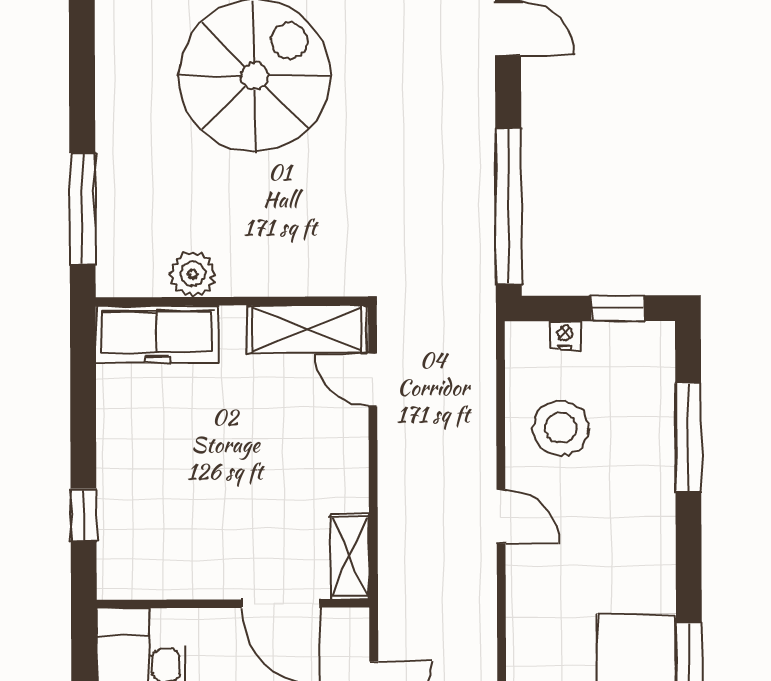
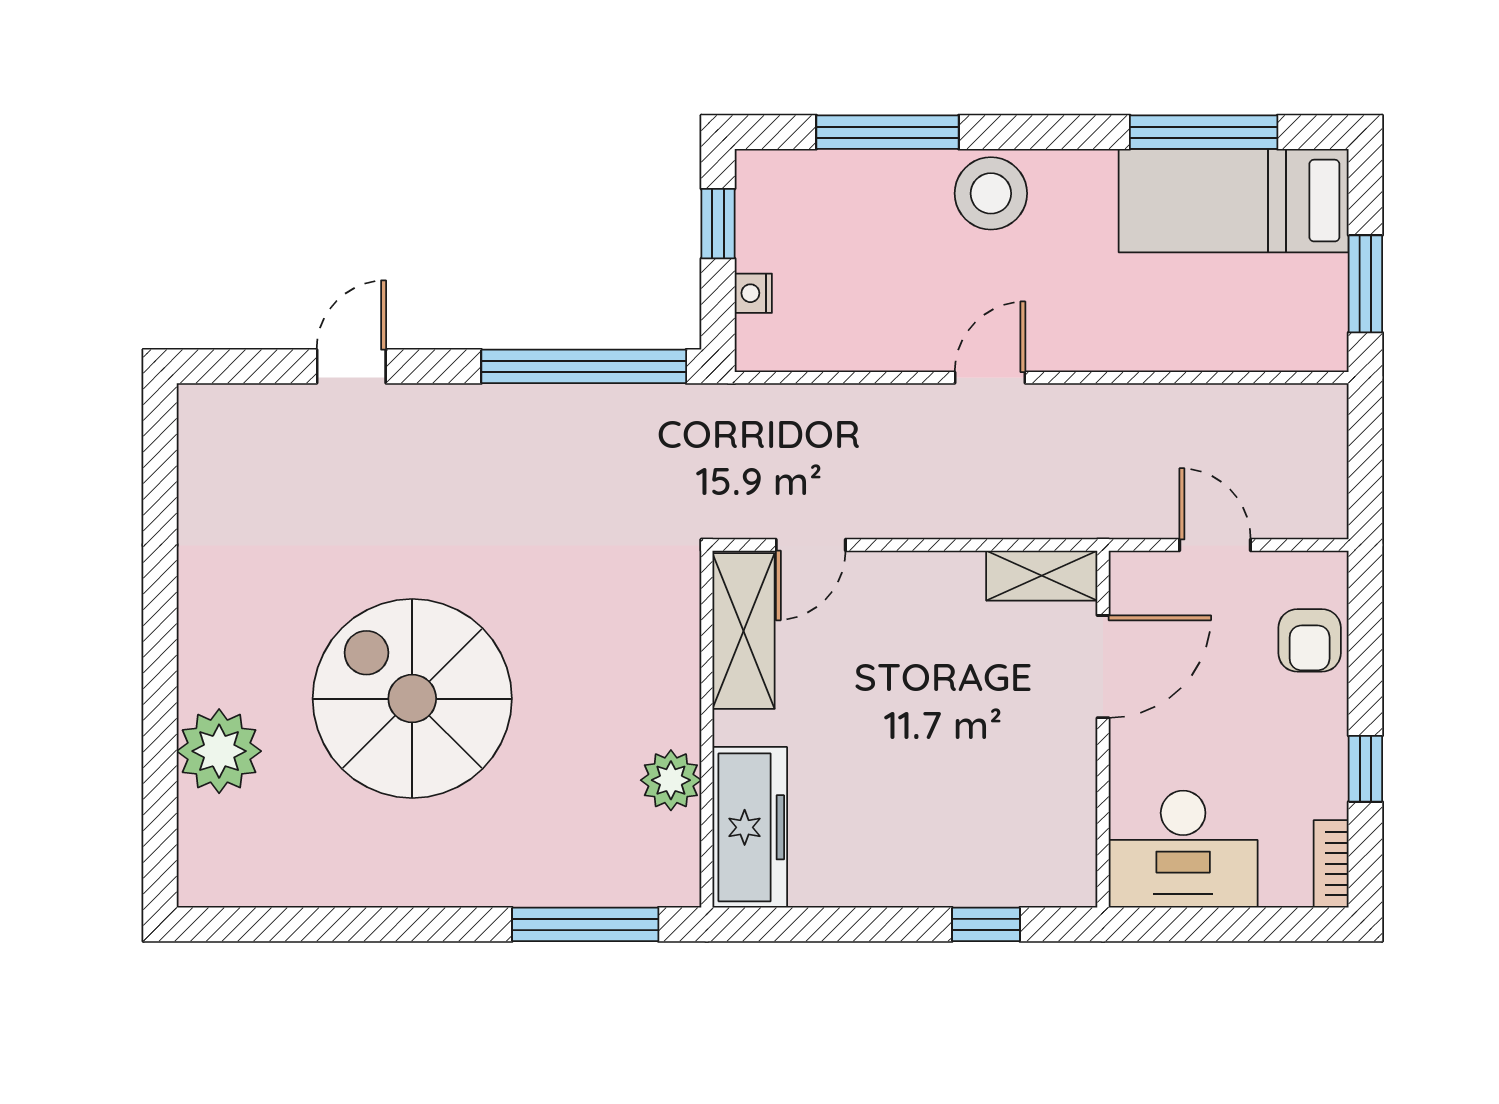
stool: (560, 428) -> (991, 193), moved

